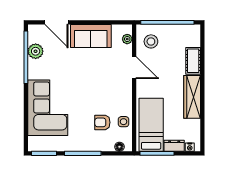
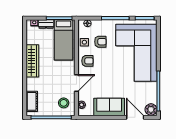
plant: (36, 51) -> (151, 109), moved
cot: (193, 61) -> (32, 101), moved
door: (134, 68) -> (76, 83), swing flipped
armchair: (120, 97) -> (87, 61), added
corner sofa: (48, 108) -> (136, 53), width x1.36, depth x1.36

